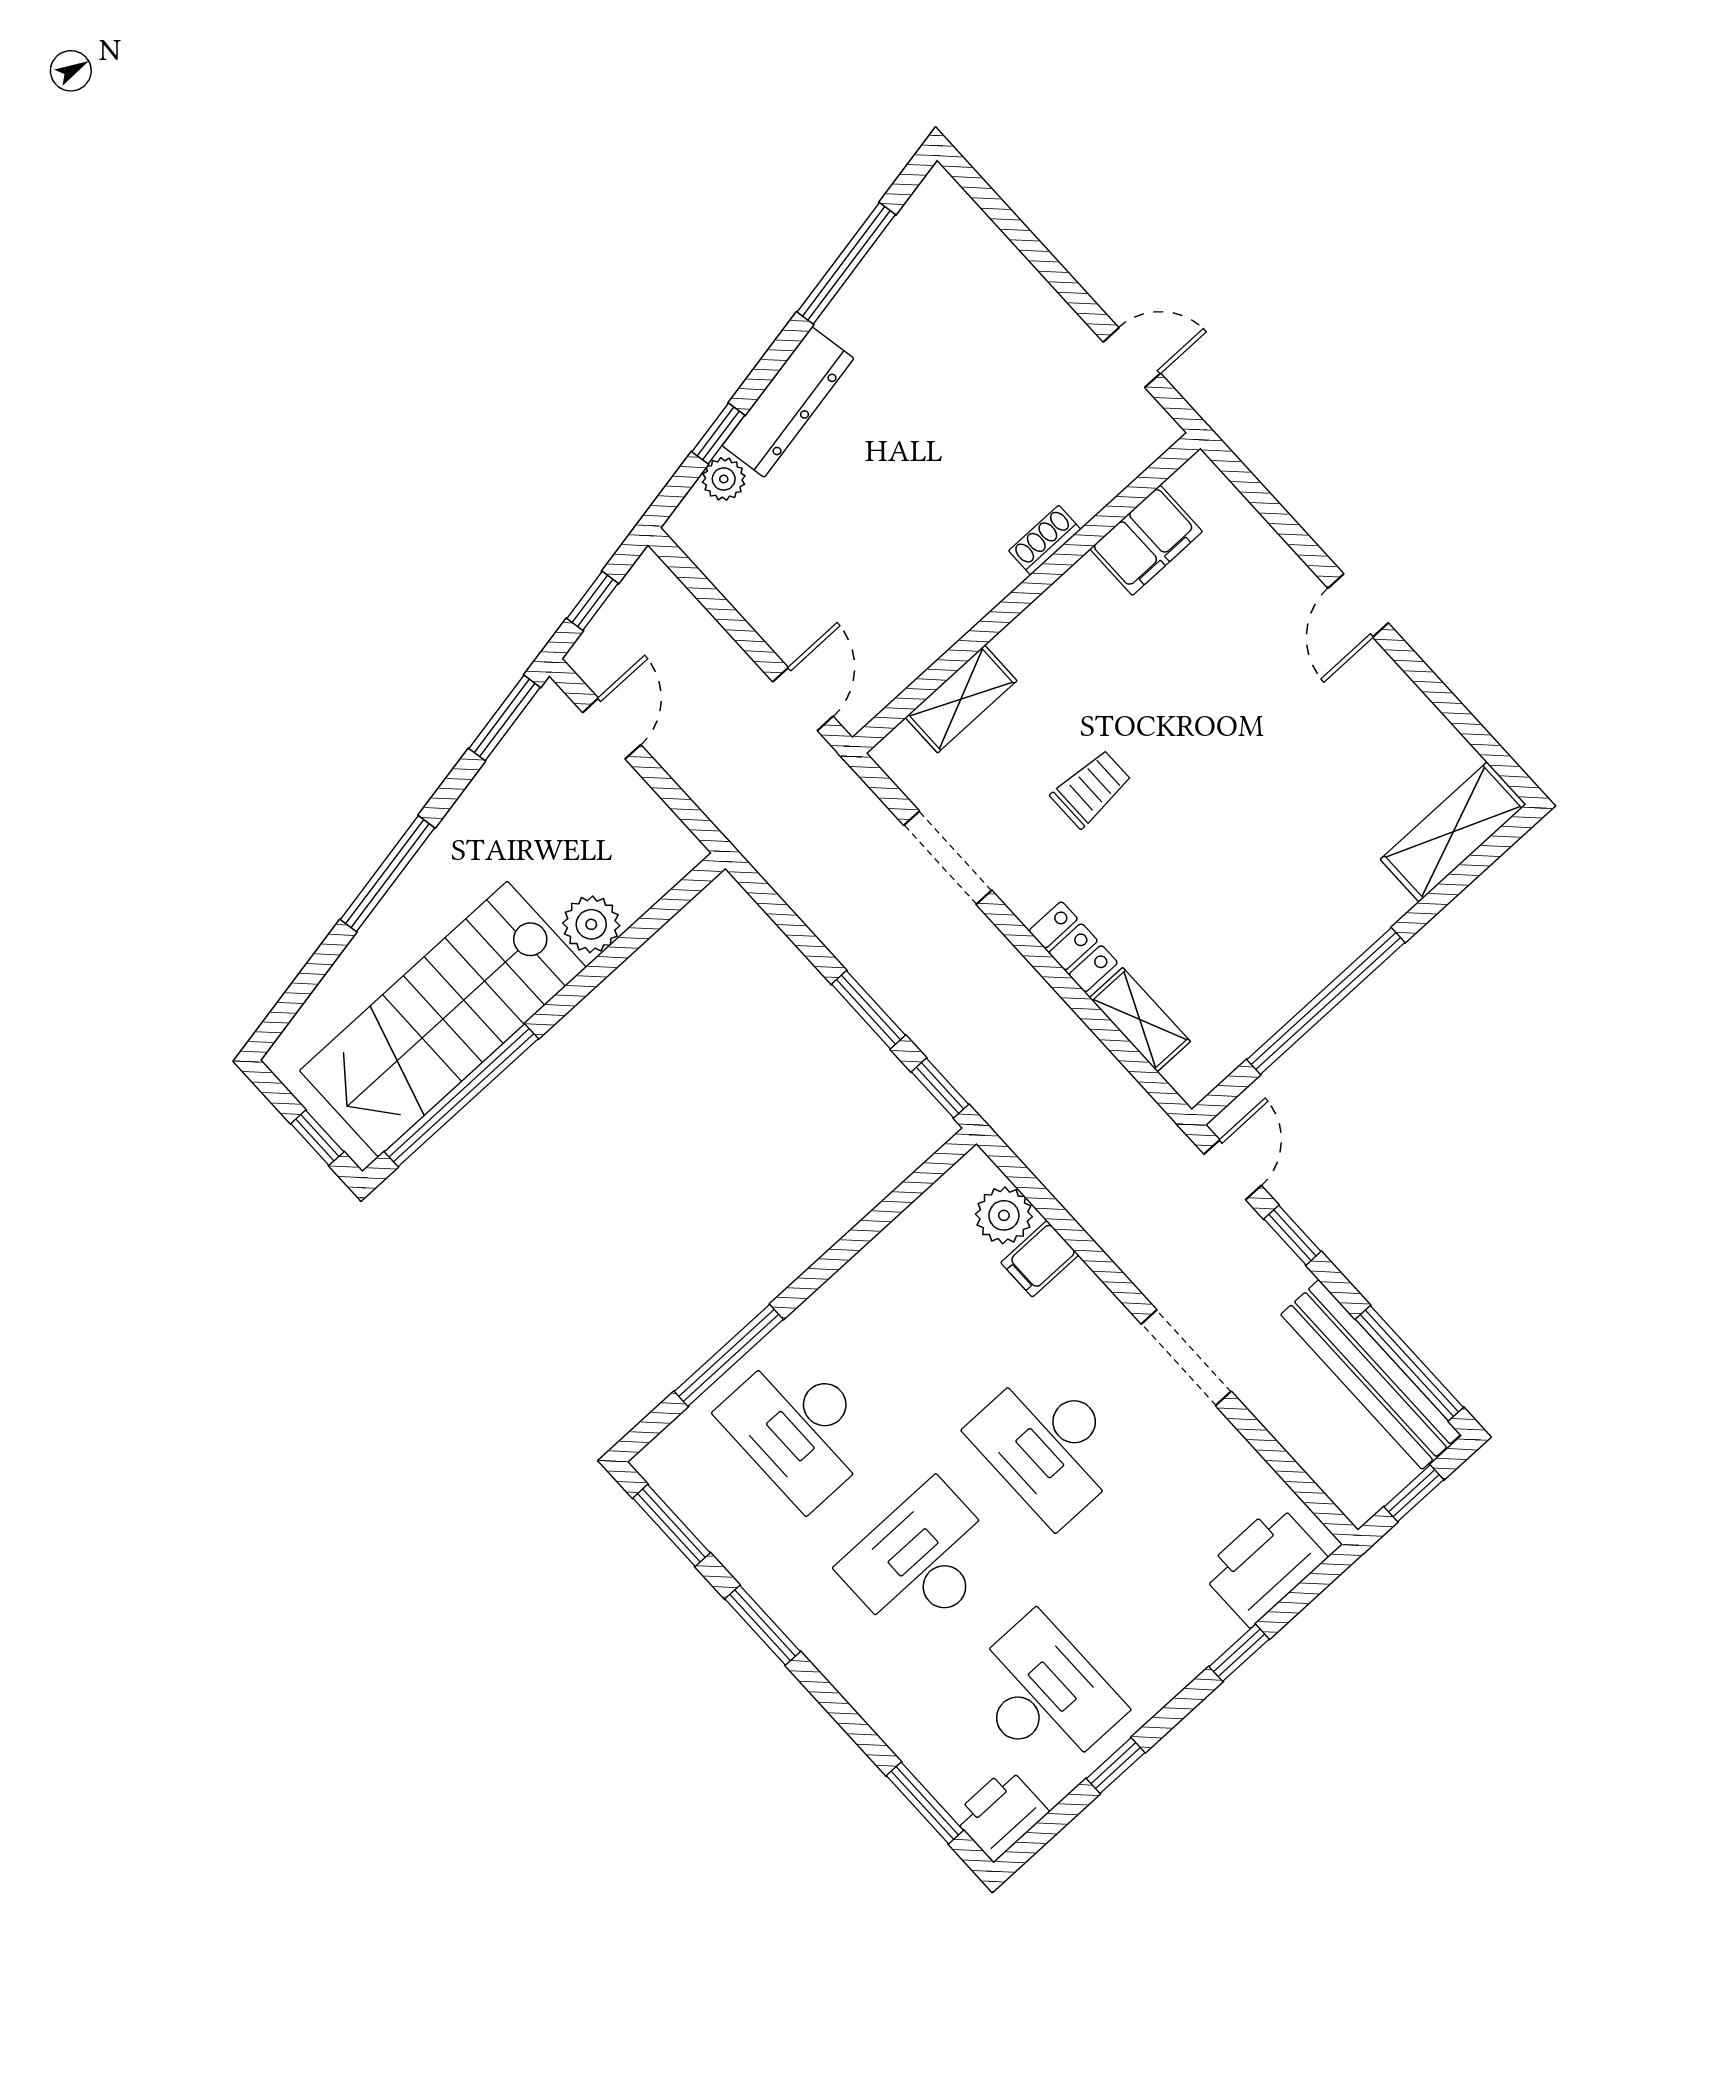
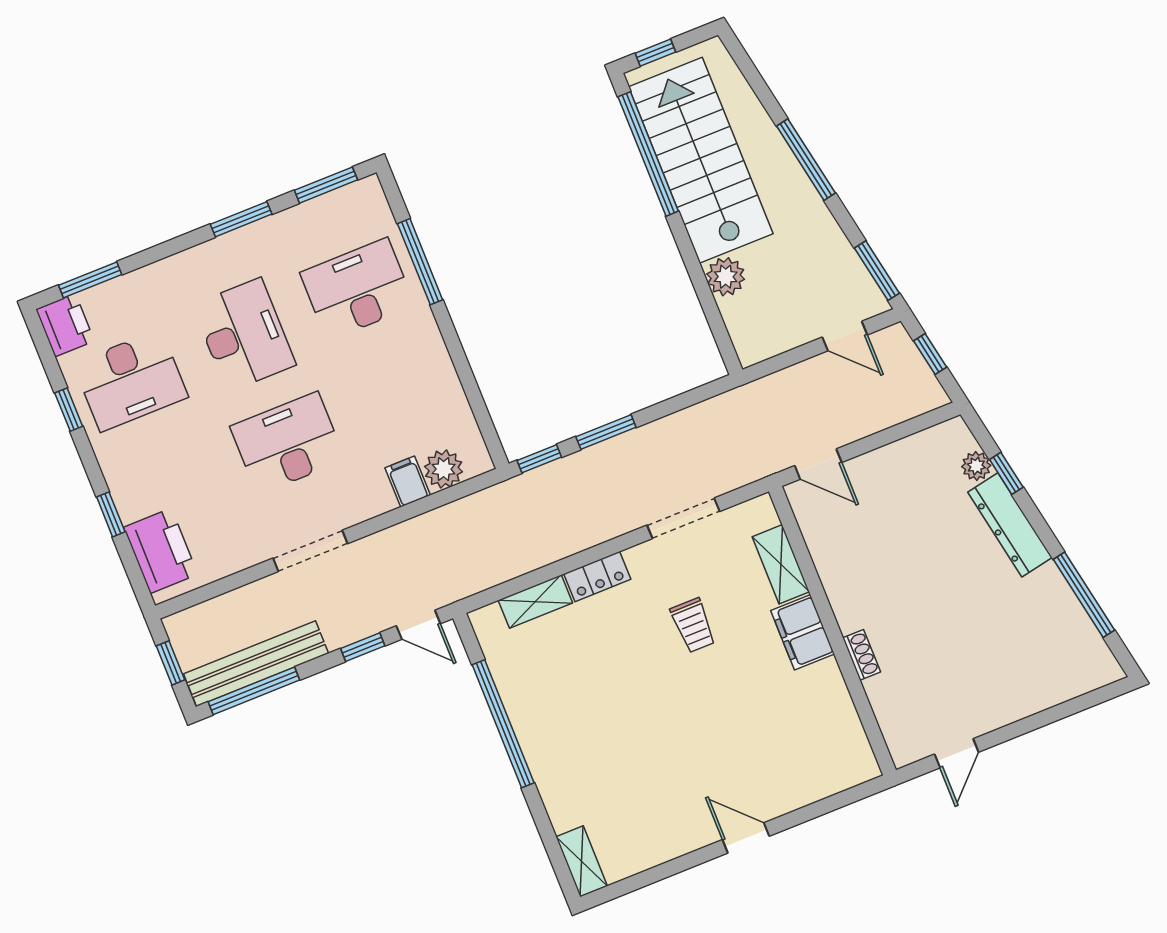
filing cabinet: (1146, 540) -> (803, 632), moved
shelving: (1453, 832) -> (582, 861), width x0.67, depth x0.75

